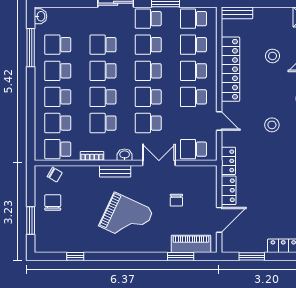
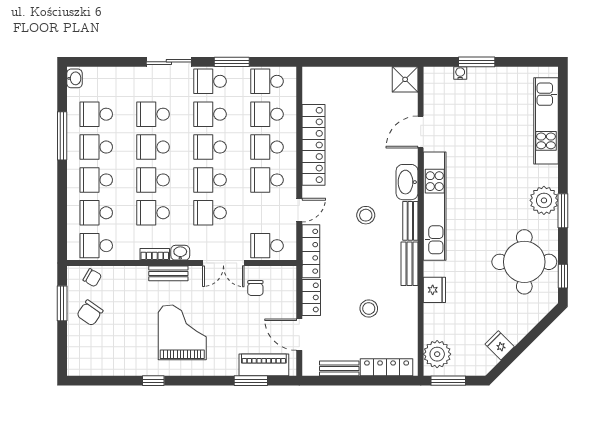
bench: (237, 13) -> (339, 368), moved
window: (31, 48) -> (62, 136), moved
stool: (272, 56) -> (369, 308), moved
door: (219, 121) -> (299, 210), hinge flipped
bookcase: (92, 156) -> (155, 254), moved
locker: (228, 161) -> (311, 251), width x1.53
double door: (159, 163) -> (223, 263), swing flipped
chair: (176, 200) -> (255, 288), moved
chair: (53, 203) -> (90, 313), turned -145
grand piano: (126, 218) -> (182, 332), turned -115
window: (31, 220) -> (62, 303), moved
door: (219, 220) -> (299, 335), swing flipped
window: (75, 256) -> (153, 381), moved
window: (252, 256) -> (340, 381), removed

